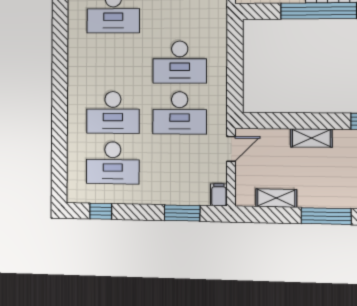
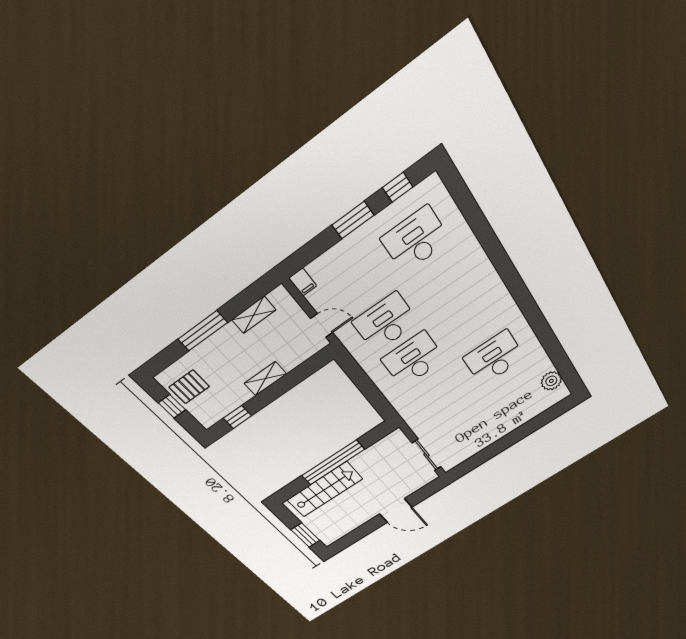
desk: (113, 112) -> (444, 282), removed
door: (231, 149) -> (322, 325), swing flipped
window: (182, 213) -> (353, 220), moved

